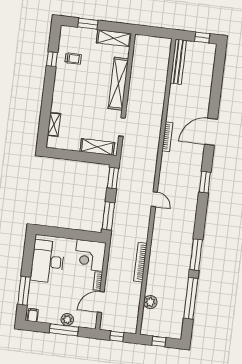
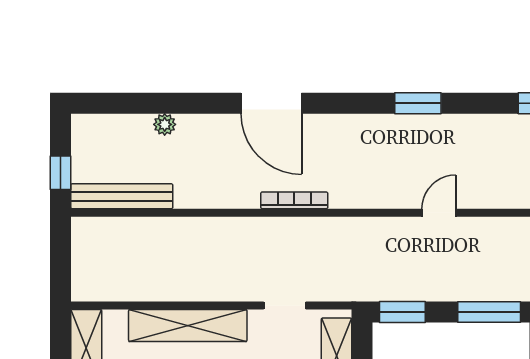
window: (202, 38) -> (60, 173), moved
plant: (207, 84) -> (165, 124), added
window: (205, 182) -> (418, 103), moved

